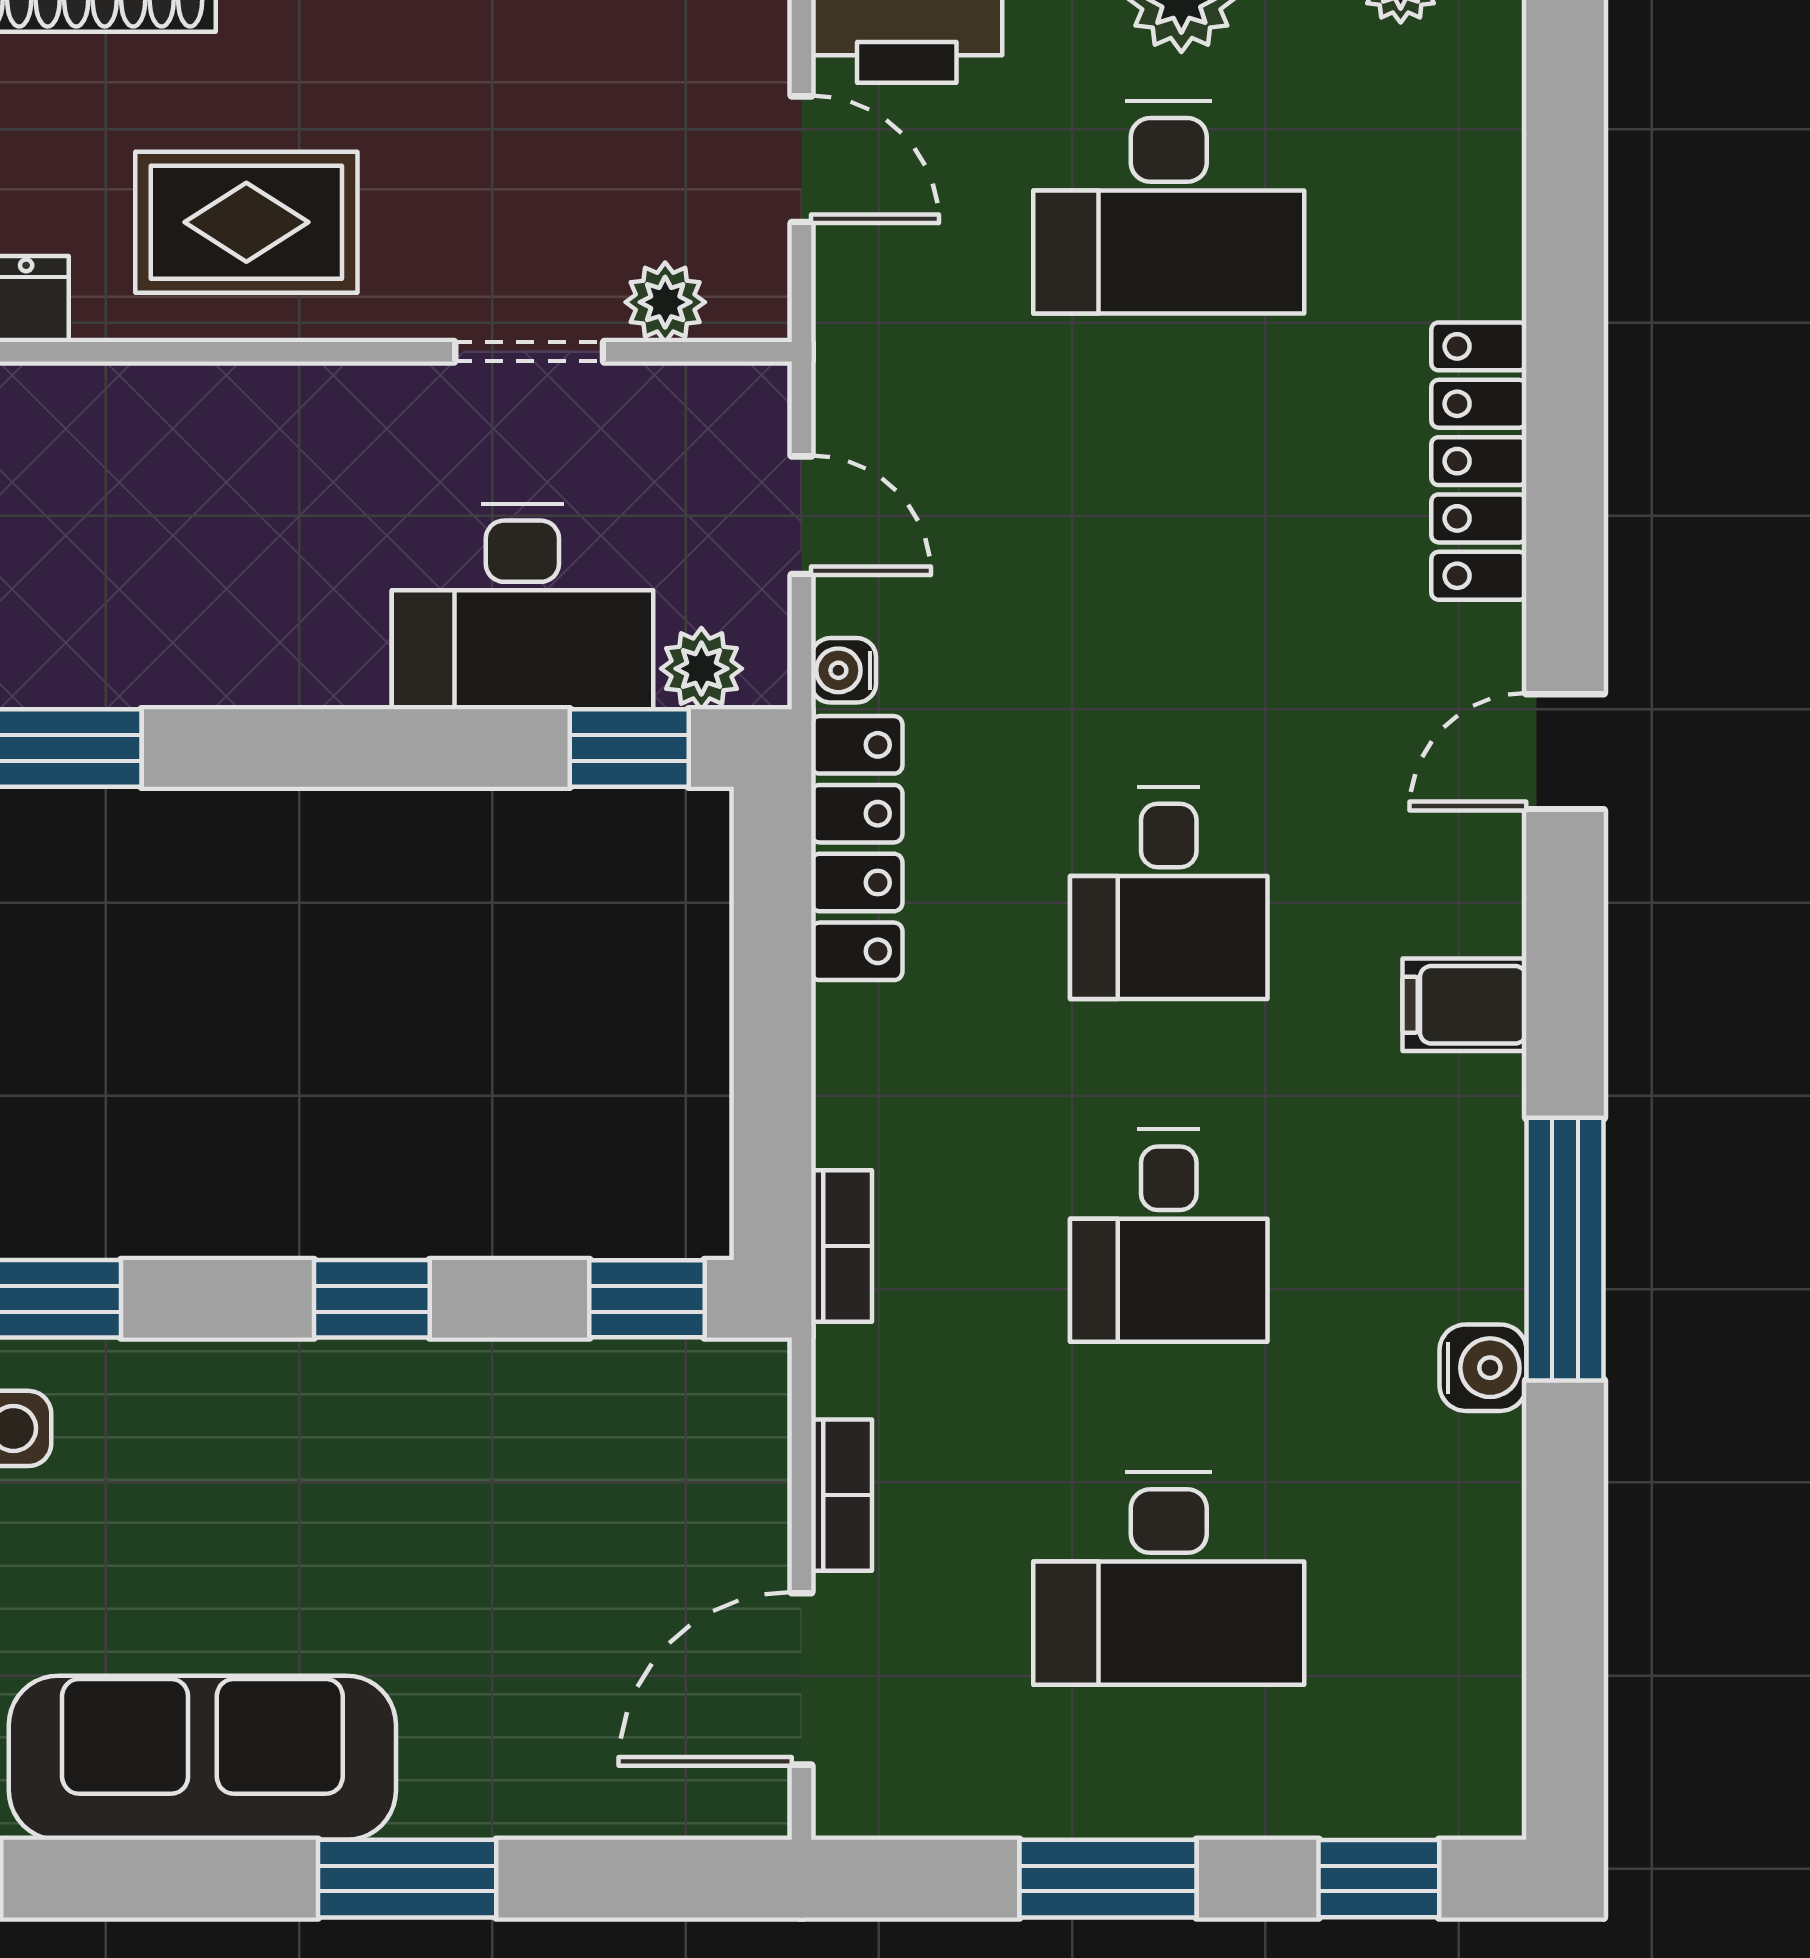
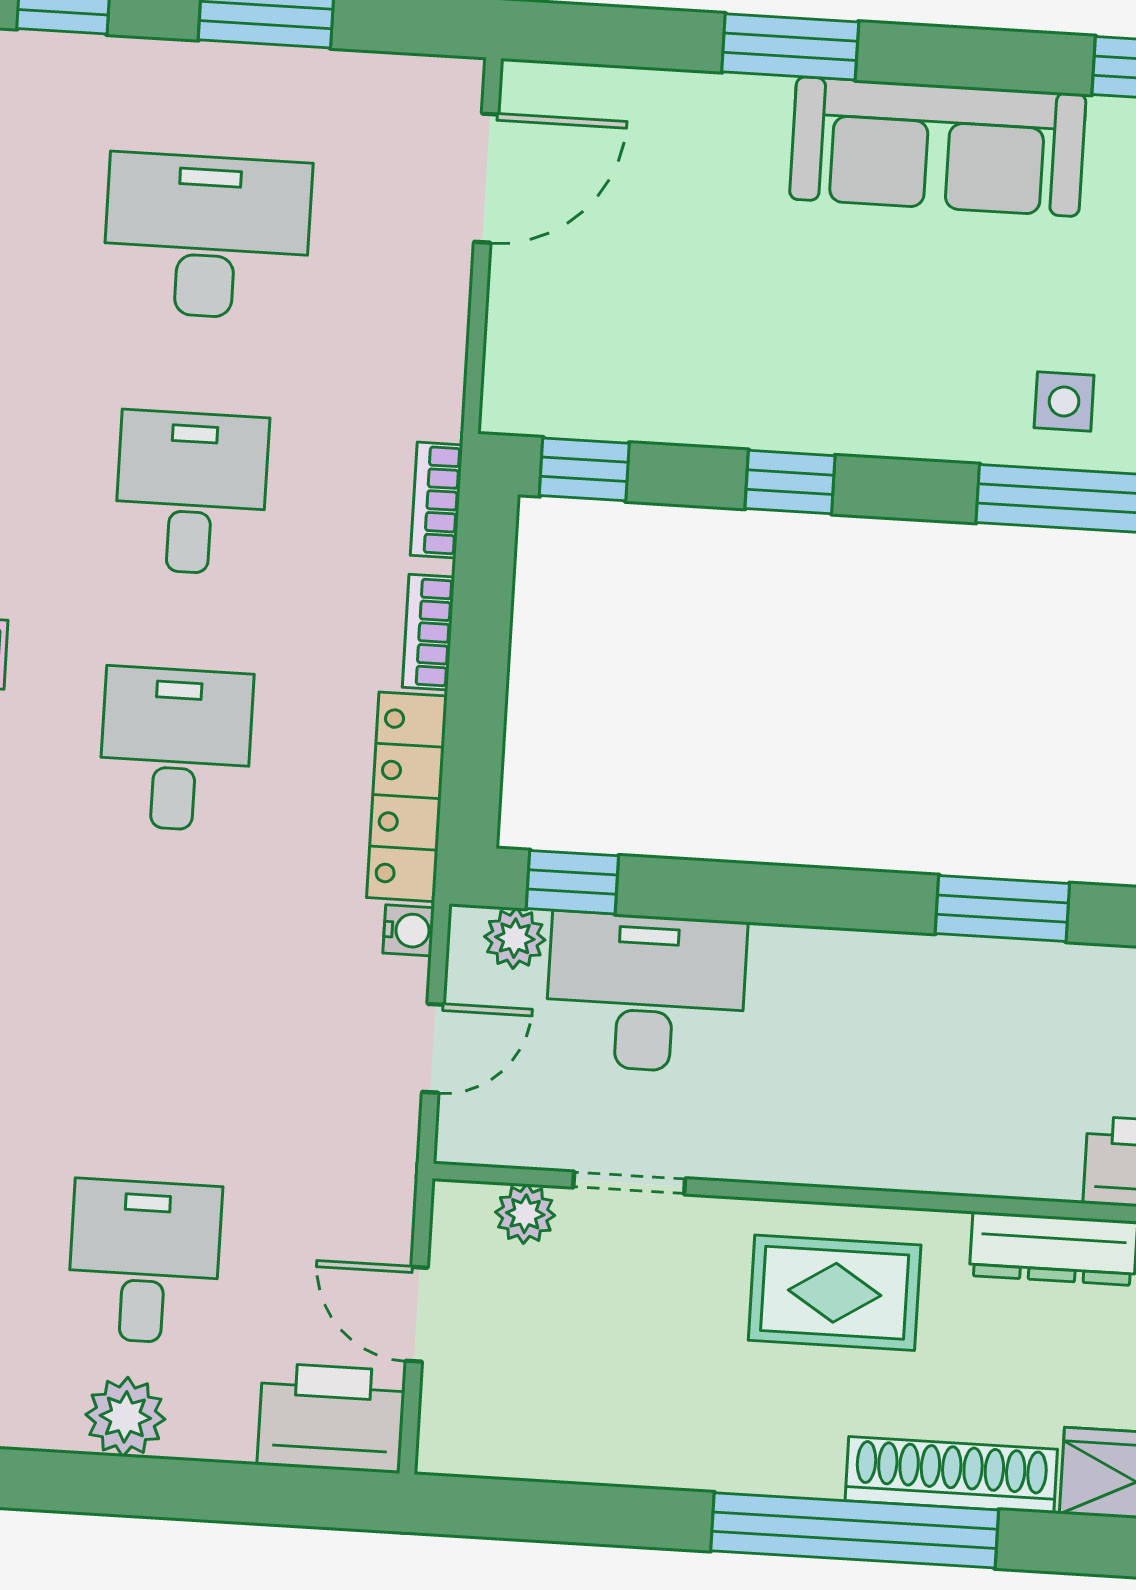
desk: (1169, 207) -> (144, 1262), width x0.73
door: (802, 515) -> (433, 1048), swing flipped
bookcase: (842, 1495) -> (428, 632), moved

